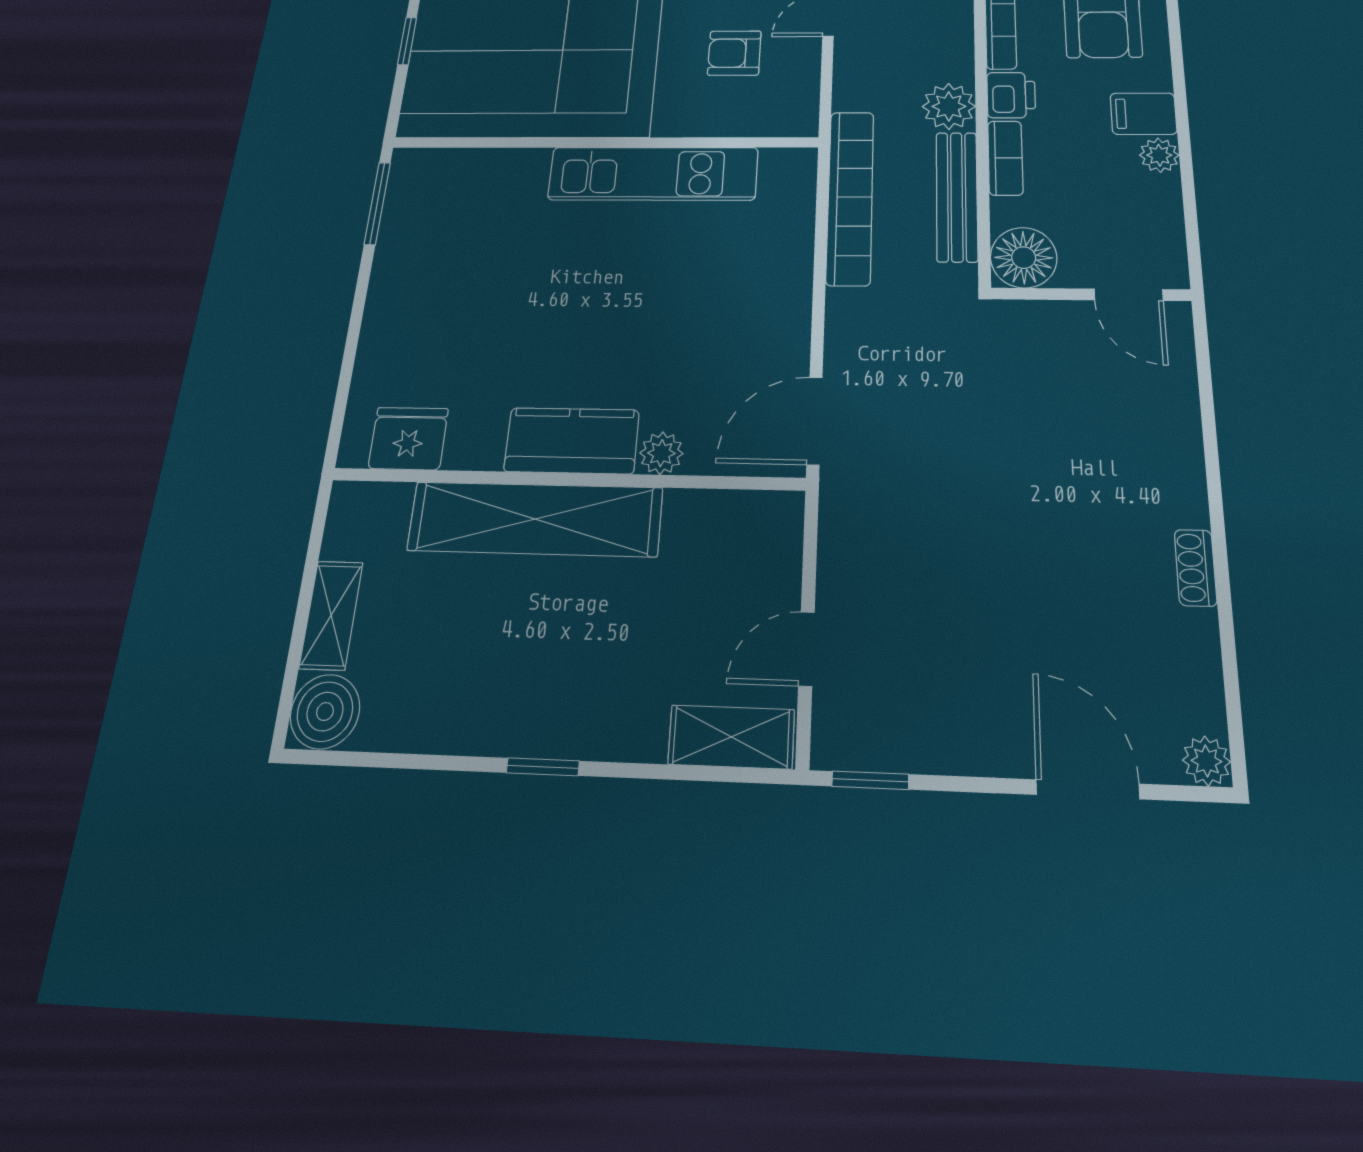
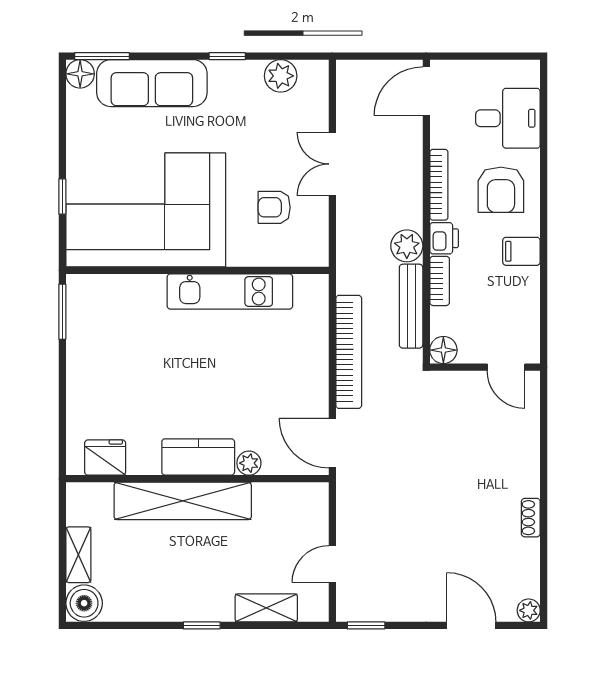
plant: (1159, 155) -> (529, 279), removed
bookcase: (850, 197) -> (349, 352), moved
floor lamp: (1024, 258) -> (443, 350), width x0.73, depth x0.73
door: (815, 421) -> (332, 443), hinge flipped
shelving: (731, 737) -> (266, 608), moved

